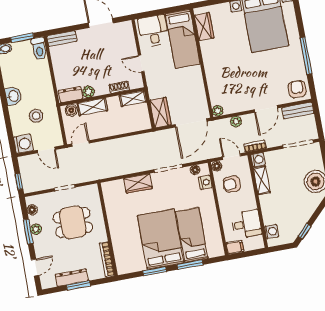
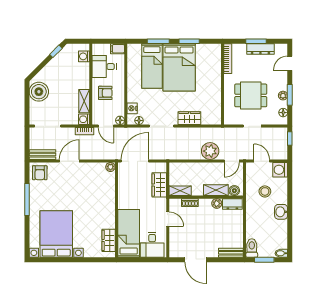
wardrobe: (160, 112) -> (159, 185), moved
plant: (236, 121) -> (210, 151), moved, width x1.88, depth x1.88
armchair: (232, 184) -> (105, 93), moved

